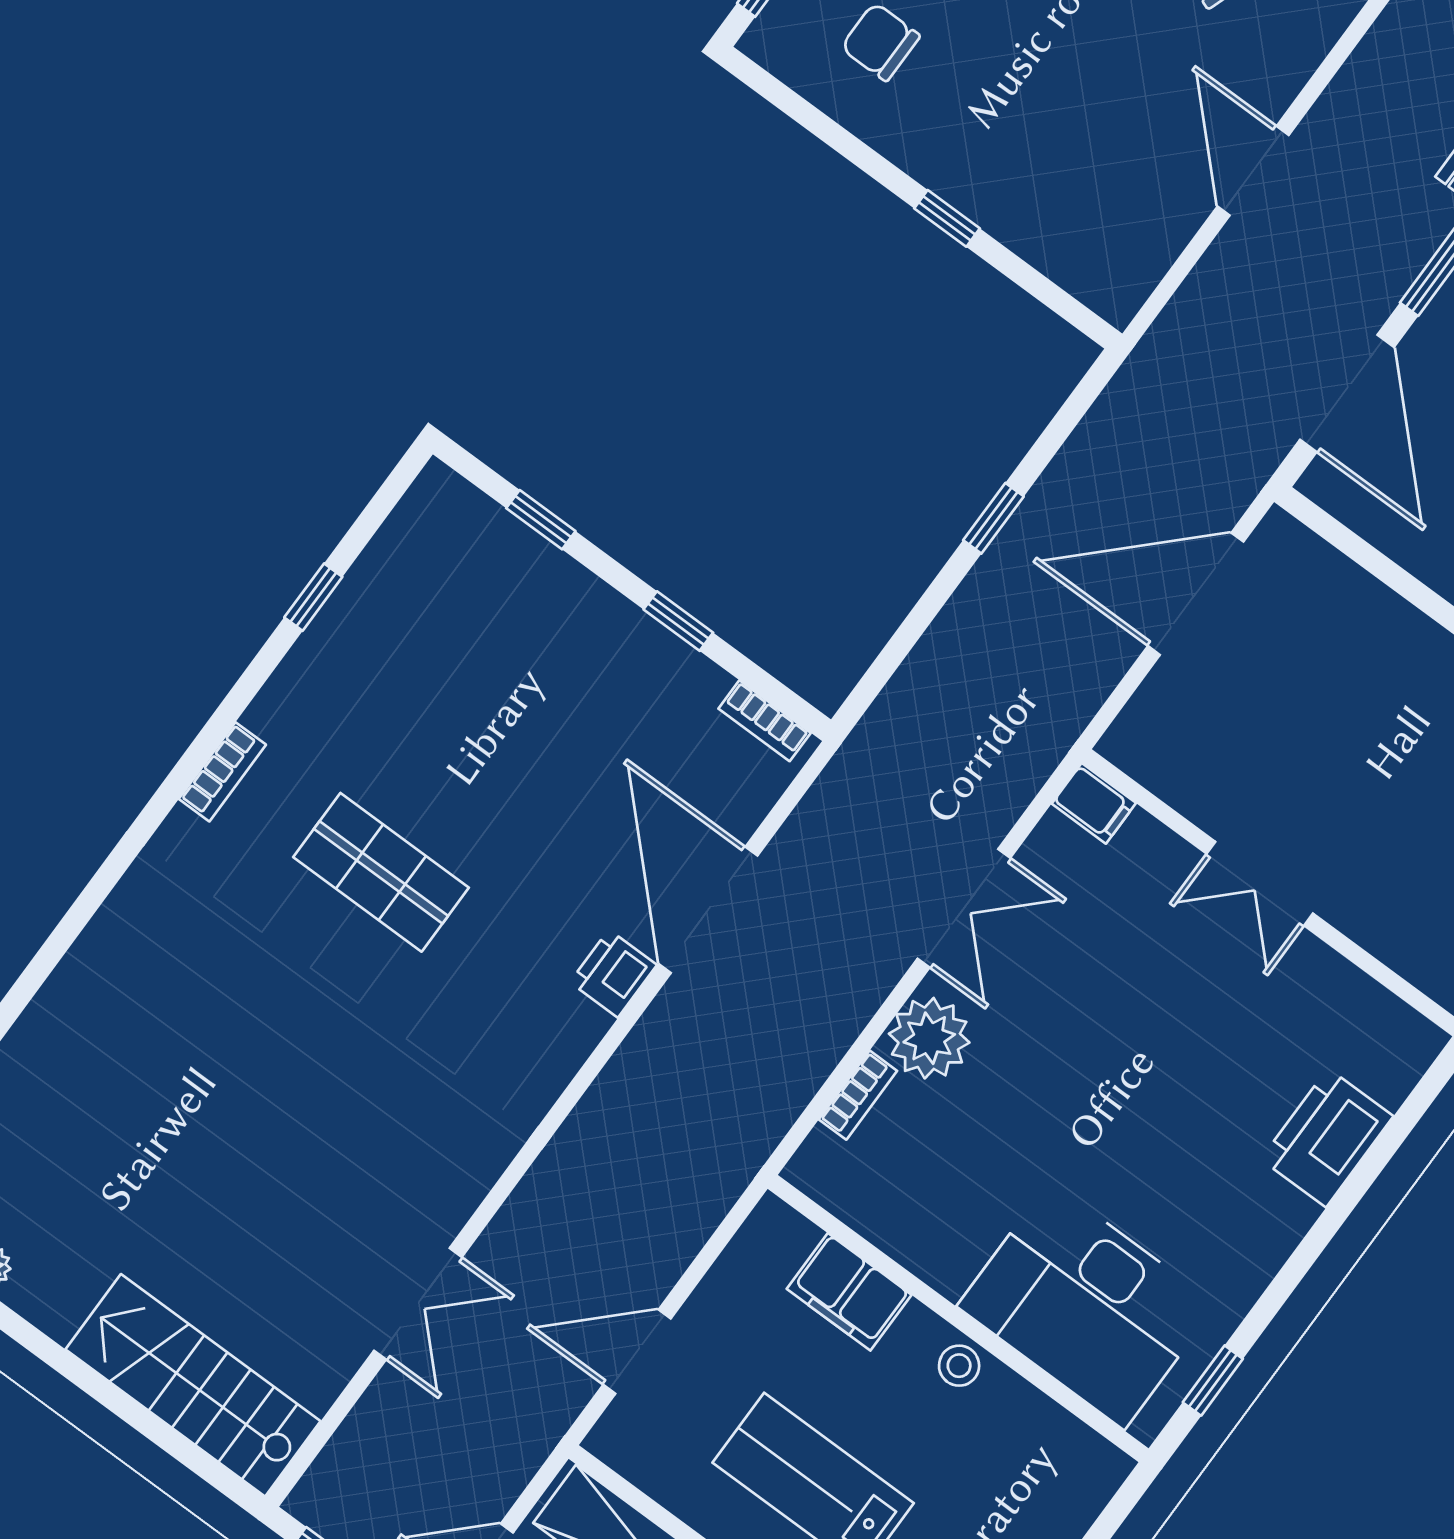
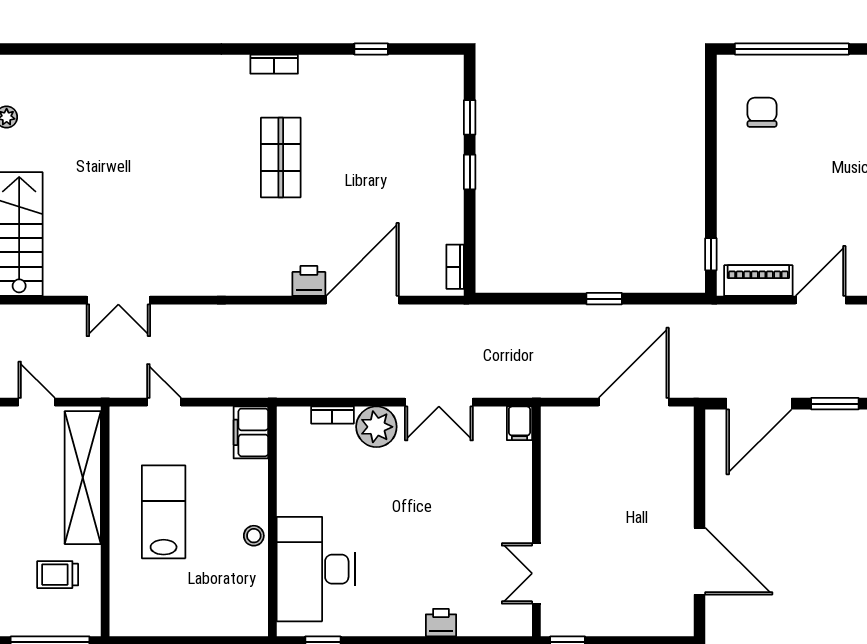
window: (947, 218) -> (711, 254), moved
piano: (1148, 248) -> (758, 281), added
door: (1196, 594) -> (634, 402), hinge flipped
window: (678, 621) -> (470, 172), moved
double door: (1260, 884) -> (536, 573), moved
printer: (1327, 1138) -> (441, 623), width x0.53, depth x0.68
filing cabinet: (849, 1292) -> (251, 432), moved
door: (637, 1352) -> (164, 402), width x0.73

